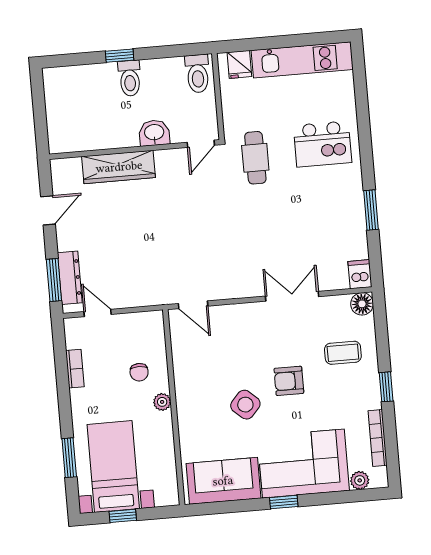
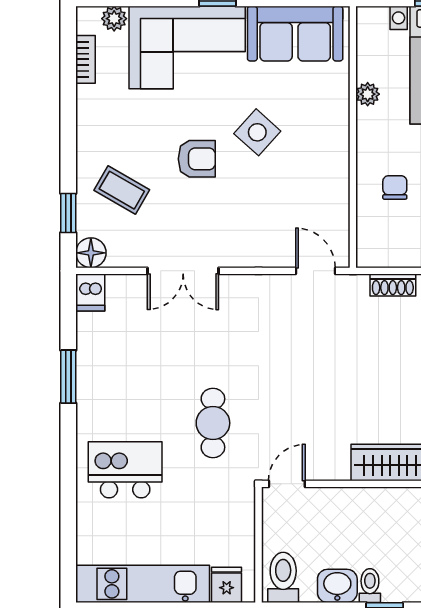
toilet: (130, 78) -> (370, 586), width x0.73, depth x0.72
washbasin: (154, 133) -> (337, 586), moved, turned 180
cafe table: (255, 158) -> (213, 423), moved
shoe rack: (134, 299) -> (393, 285), added
coffee table: (343, 353) -> (122, 190), turned 30
window: (386, 387) -> (68, 213), moved
plant: (162, 402) -> (368, 94), moved
bookcase: (378, 438) -> (85, 59), width x0.64

